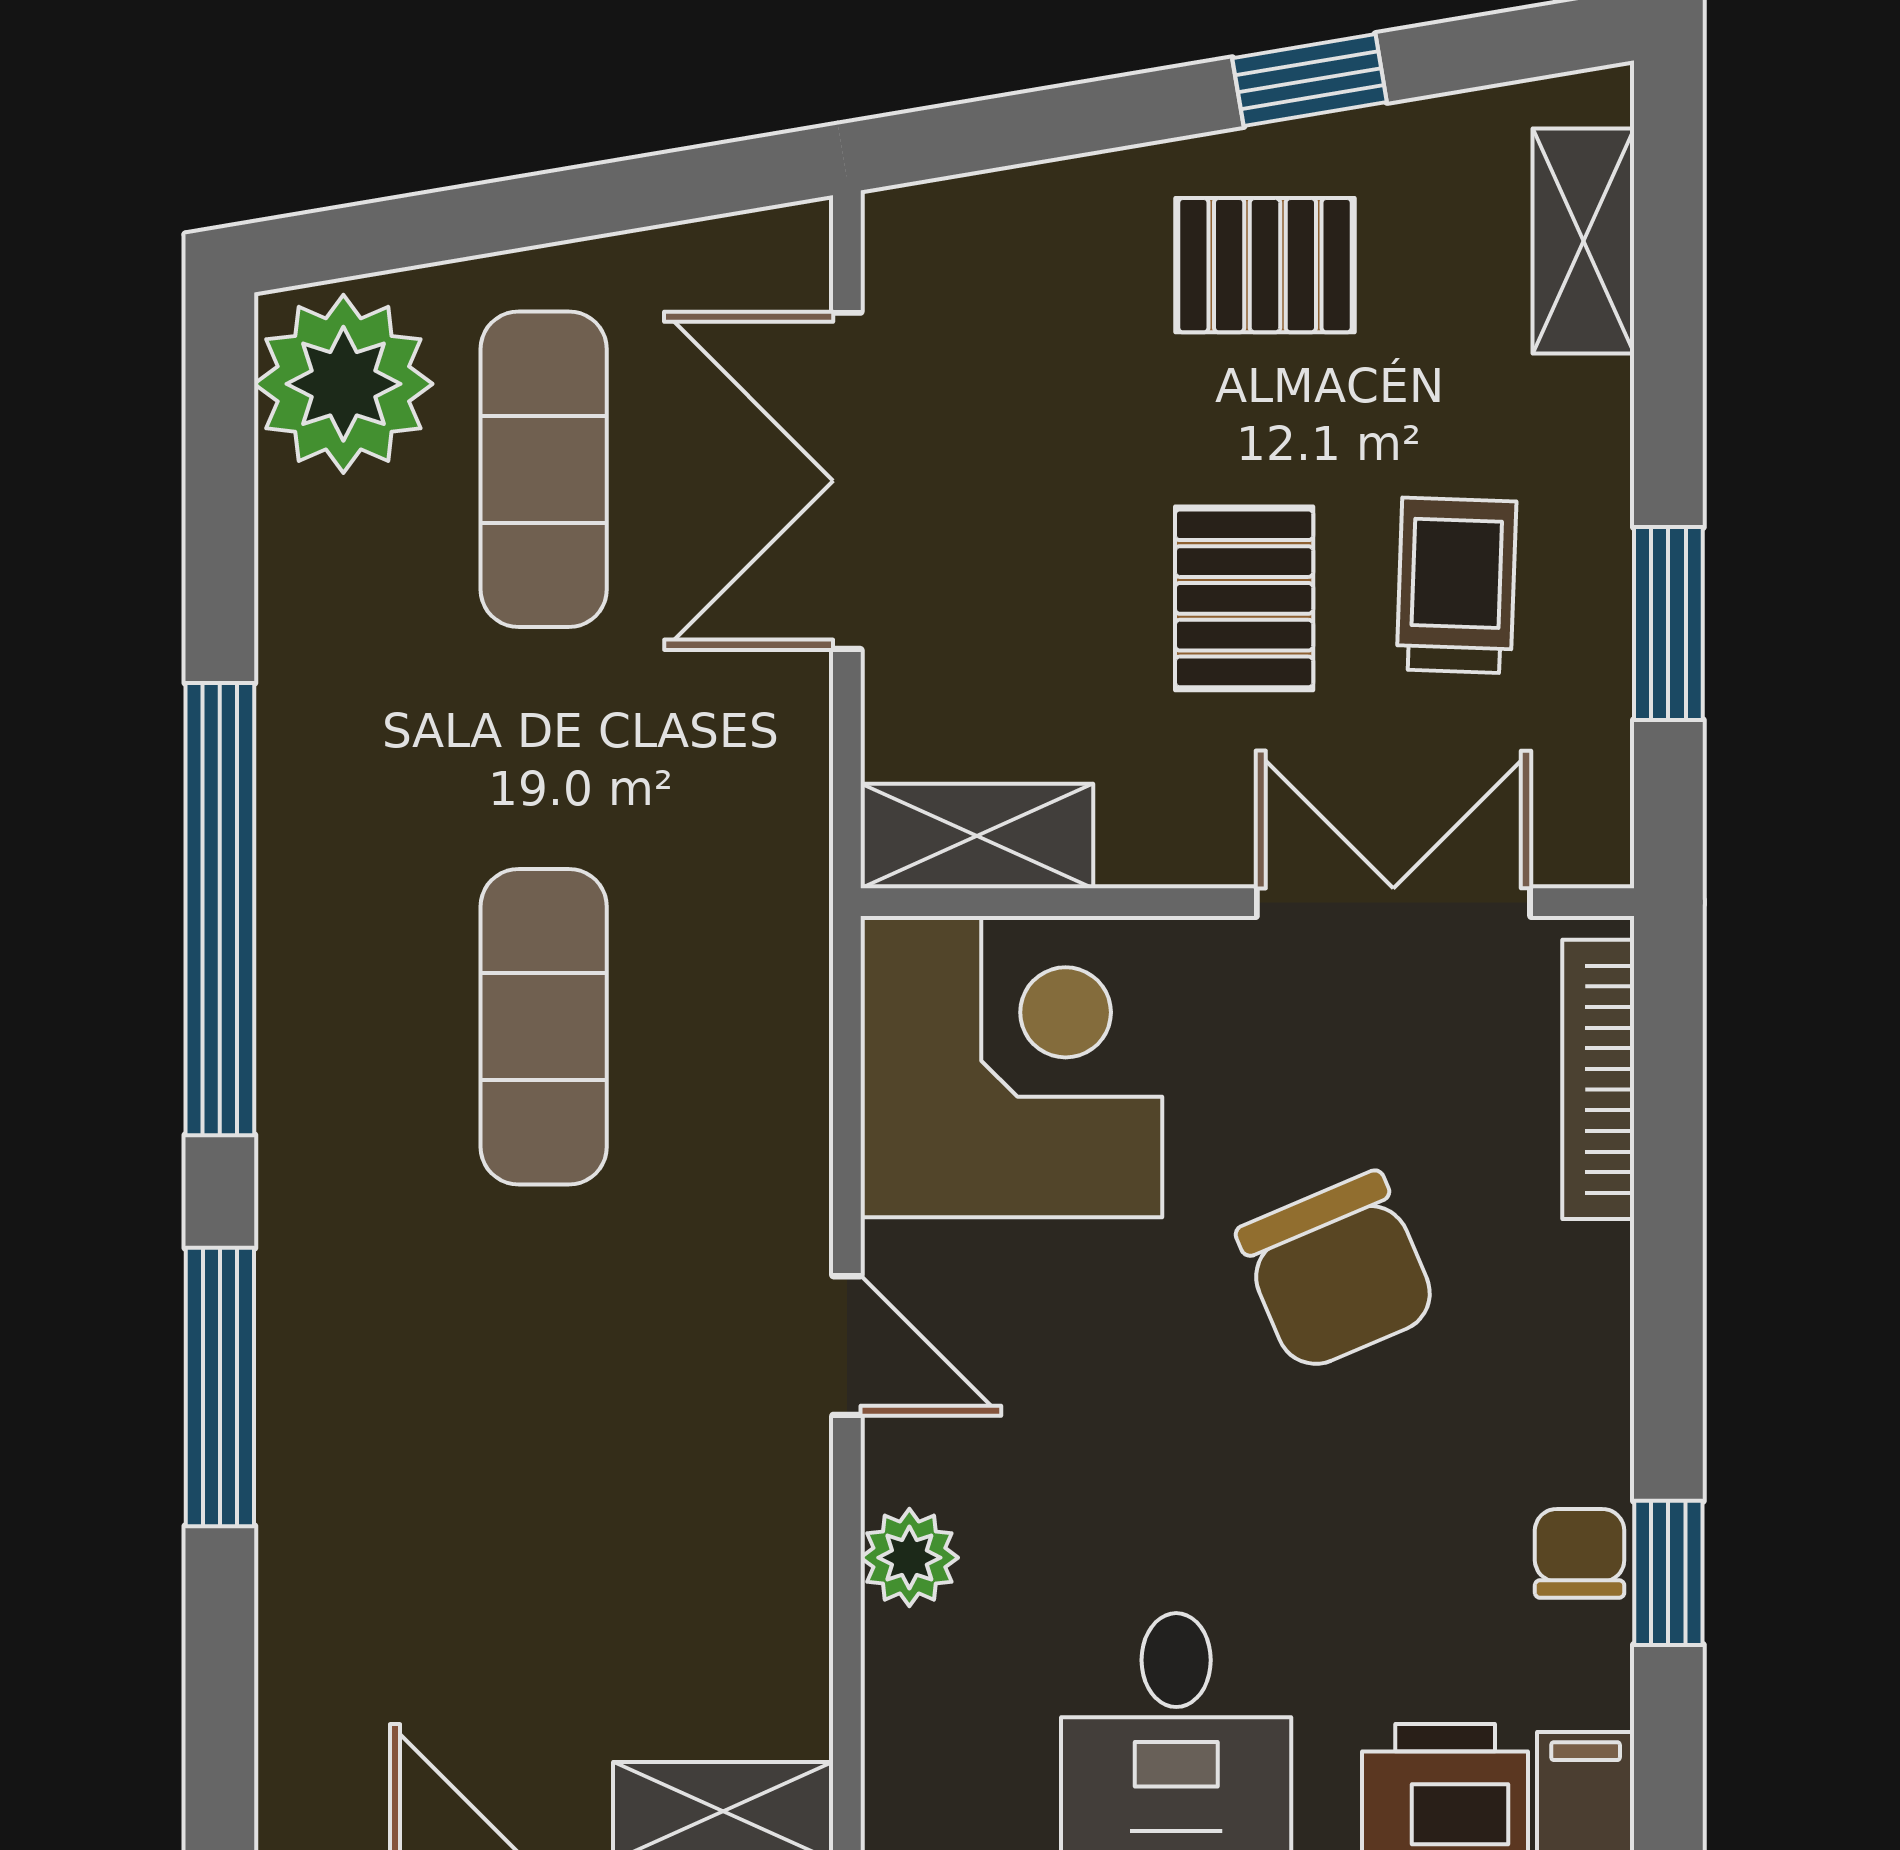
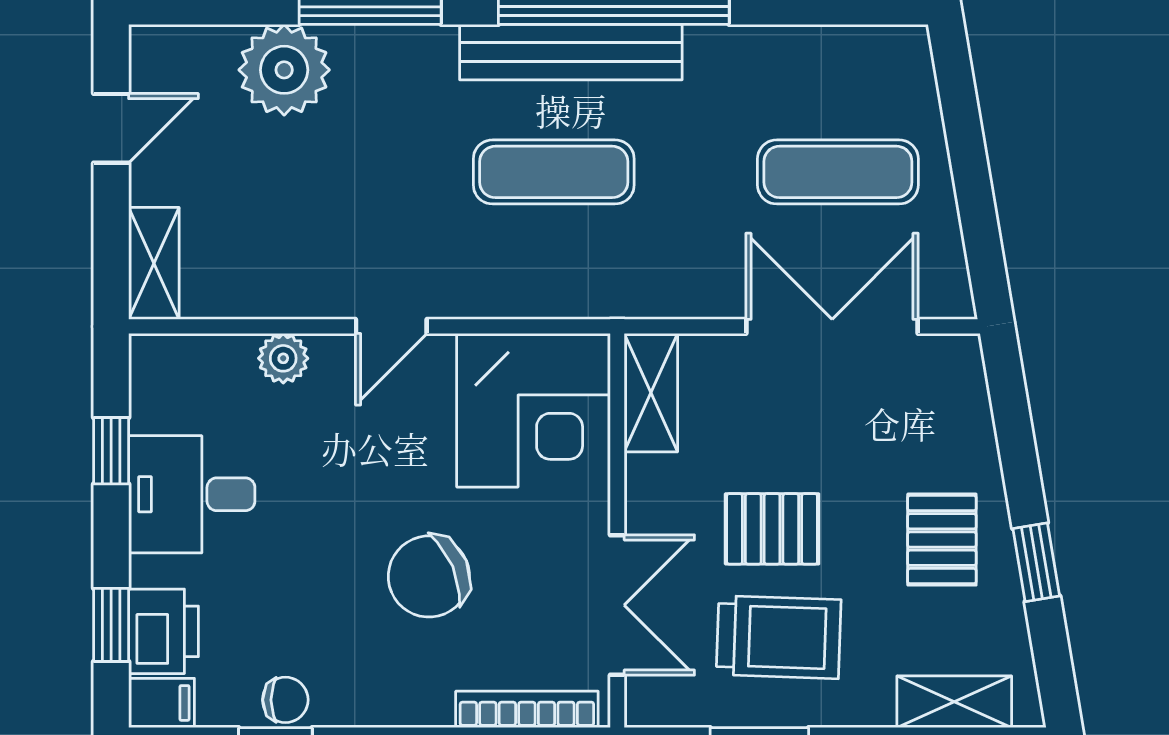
plant: (343, 384) -> (284, 70), moved
trolley: (1456, 585) -> (779, 637), width x1.36, depth x1.39
bench: (309, 993) -> (571, 52), added

